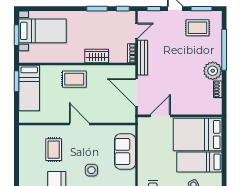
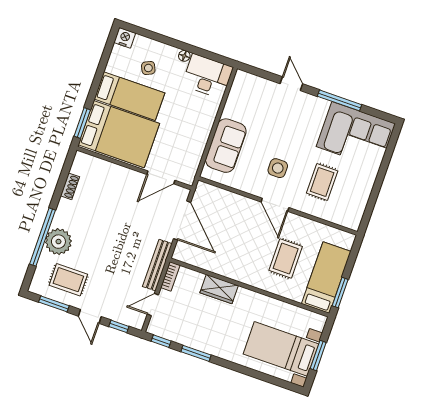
plant: (213, 71) -> (58, 242), moved
rug: (74, 79) -> (286, 258), moved, turned 90
window: (224, 133) -> (82, 123), added
side table: (91, 170) -> (278, 168), moved

